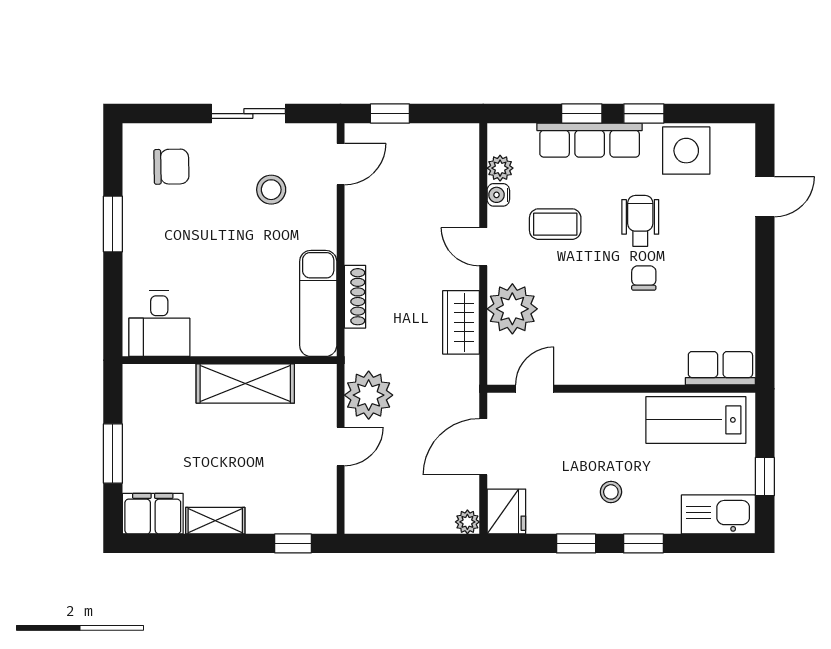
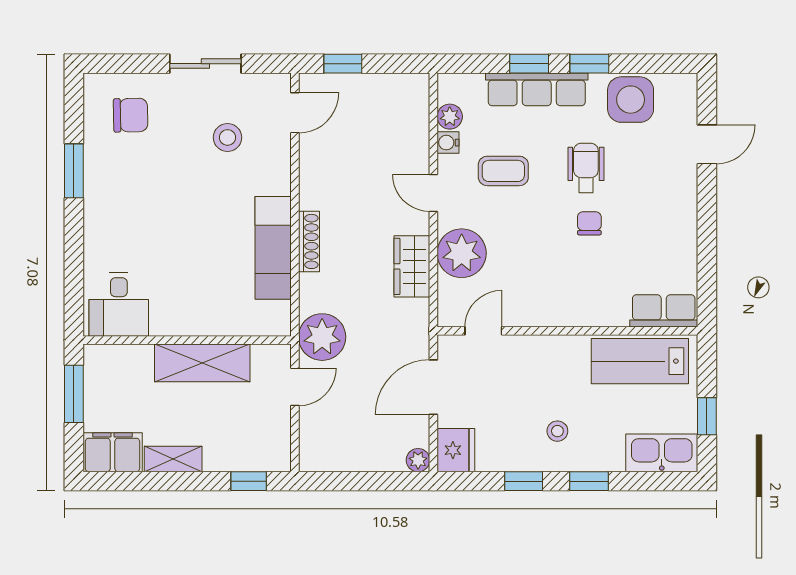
desk: (159, 323) -> (119, 304), moved
wall: (230, 360) -> (187, 340), moved
shelving: (245, 384) -> (202, 363), moved

